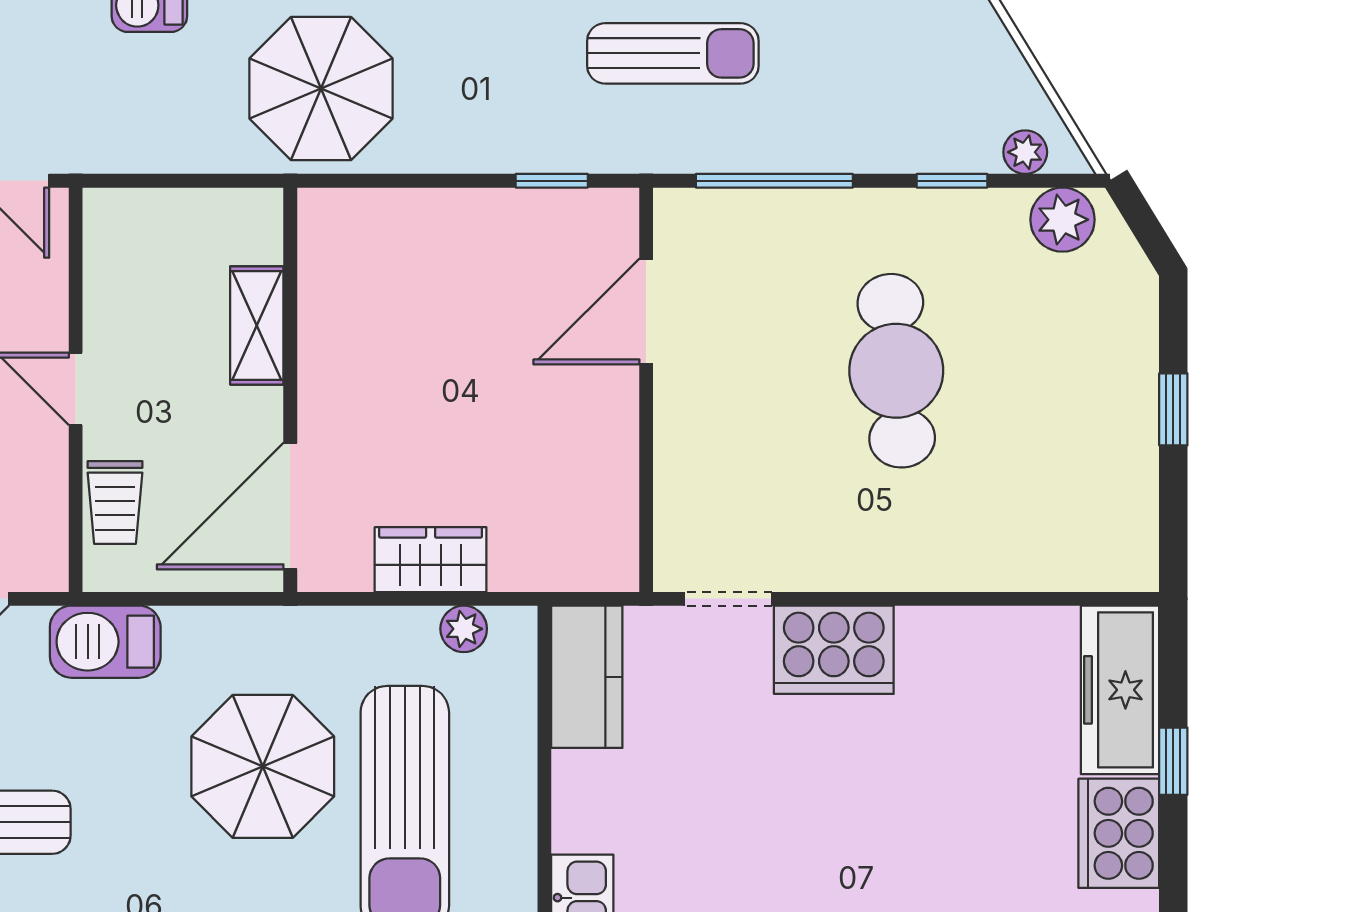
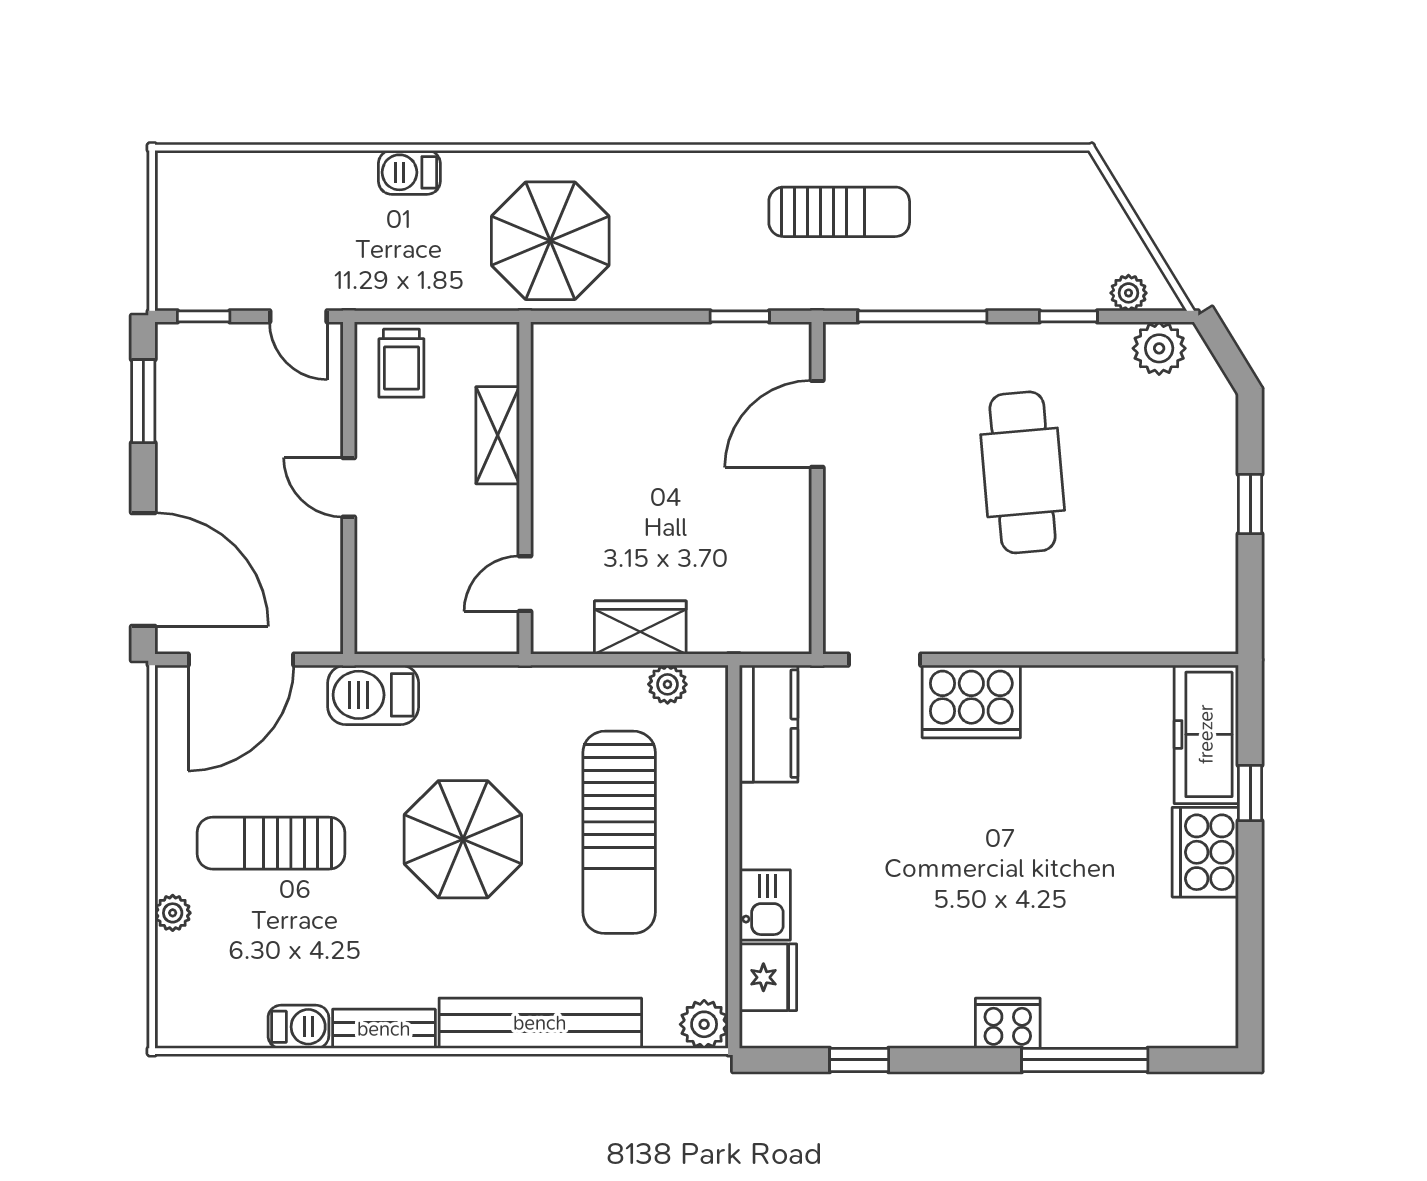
trolley: (115, 503) -> (401, 363), moved
door: (290, 506) -> (525, 584), width x0.53
parasol: (263, 766) -> (463, 839), moved

